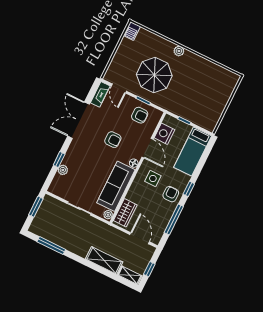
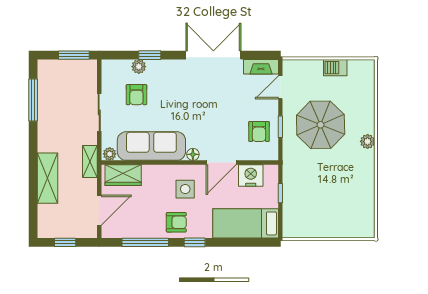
barbecue: (132, 31) -> (335, 68), moved
armchair: (113, 140) -> (136, 95), moved
shelving: (130, 275) -> (90, 162), moved

